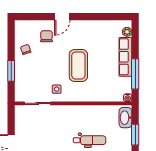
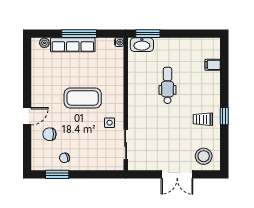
door: (62, 17) -> (27, 116), hinge flipped
window: (11, 71) -> (57, 174), moved
window: (135, 74) -> (79, 34), moved
window: (135, 135) -> (148, 34), moved

